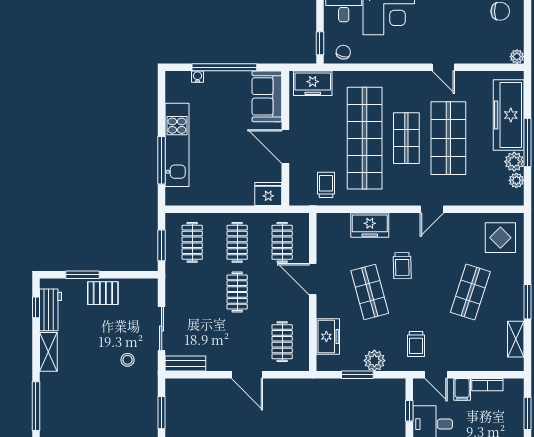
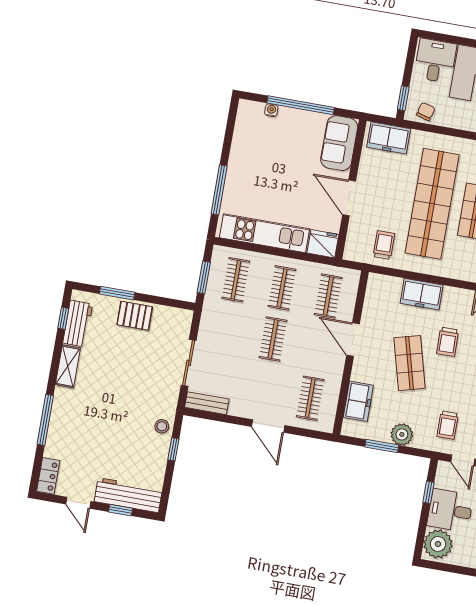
kitchen unit: (177, 145) -> (265, 233), moved, turned -90
stool: (128, 360) -> (162, 426), moved
window: (162, 413) -> (173, 449), width x0.67

